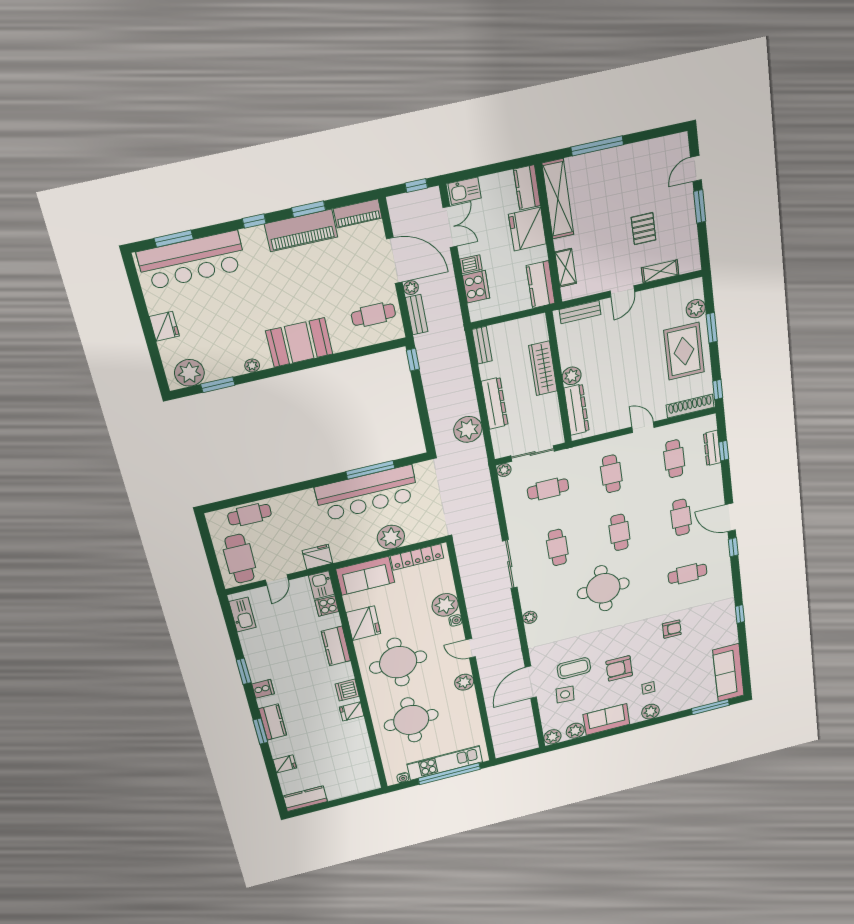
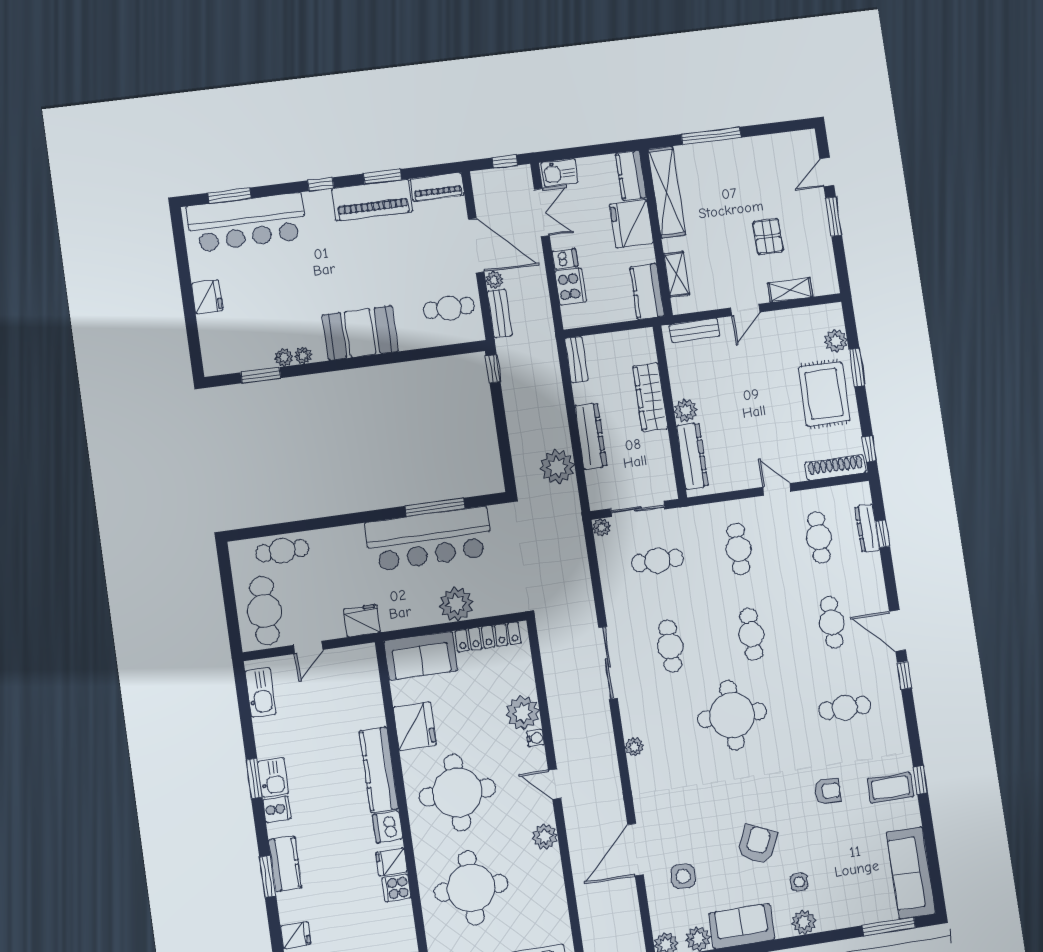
plant: (189, 373) -> (284, 358), moved, width x0.53, depth x0.53
kitchen sink: (322, 585) -> (273, 777), moved, turned 180
cooker: (327, 606) -> (396, 888), moved
kitchen counter: (336, 646) -> (379, 770), width x1.50
coffee table: (574, 668) -> (890, 788), moved
armchair: (619, 668) -> (757, 844), turned 115

